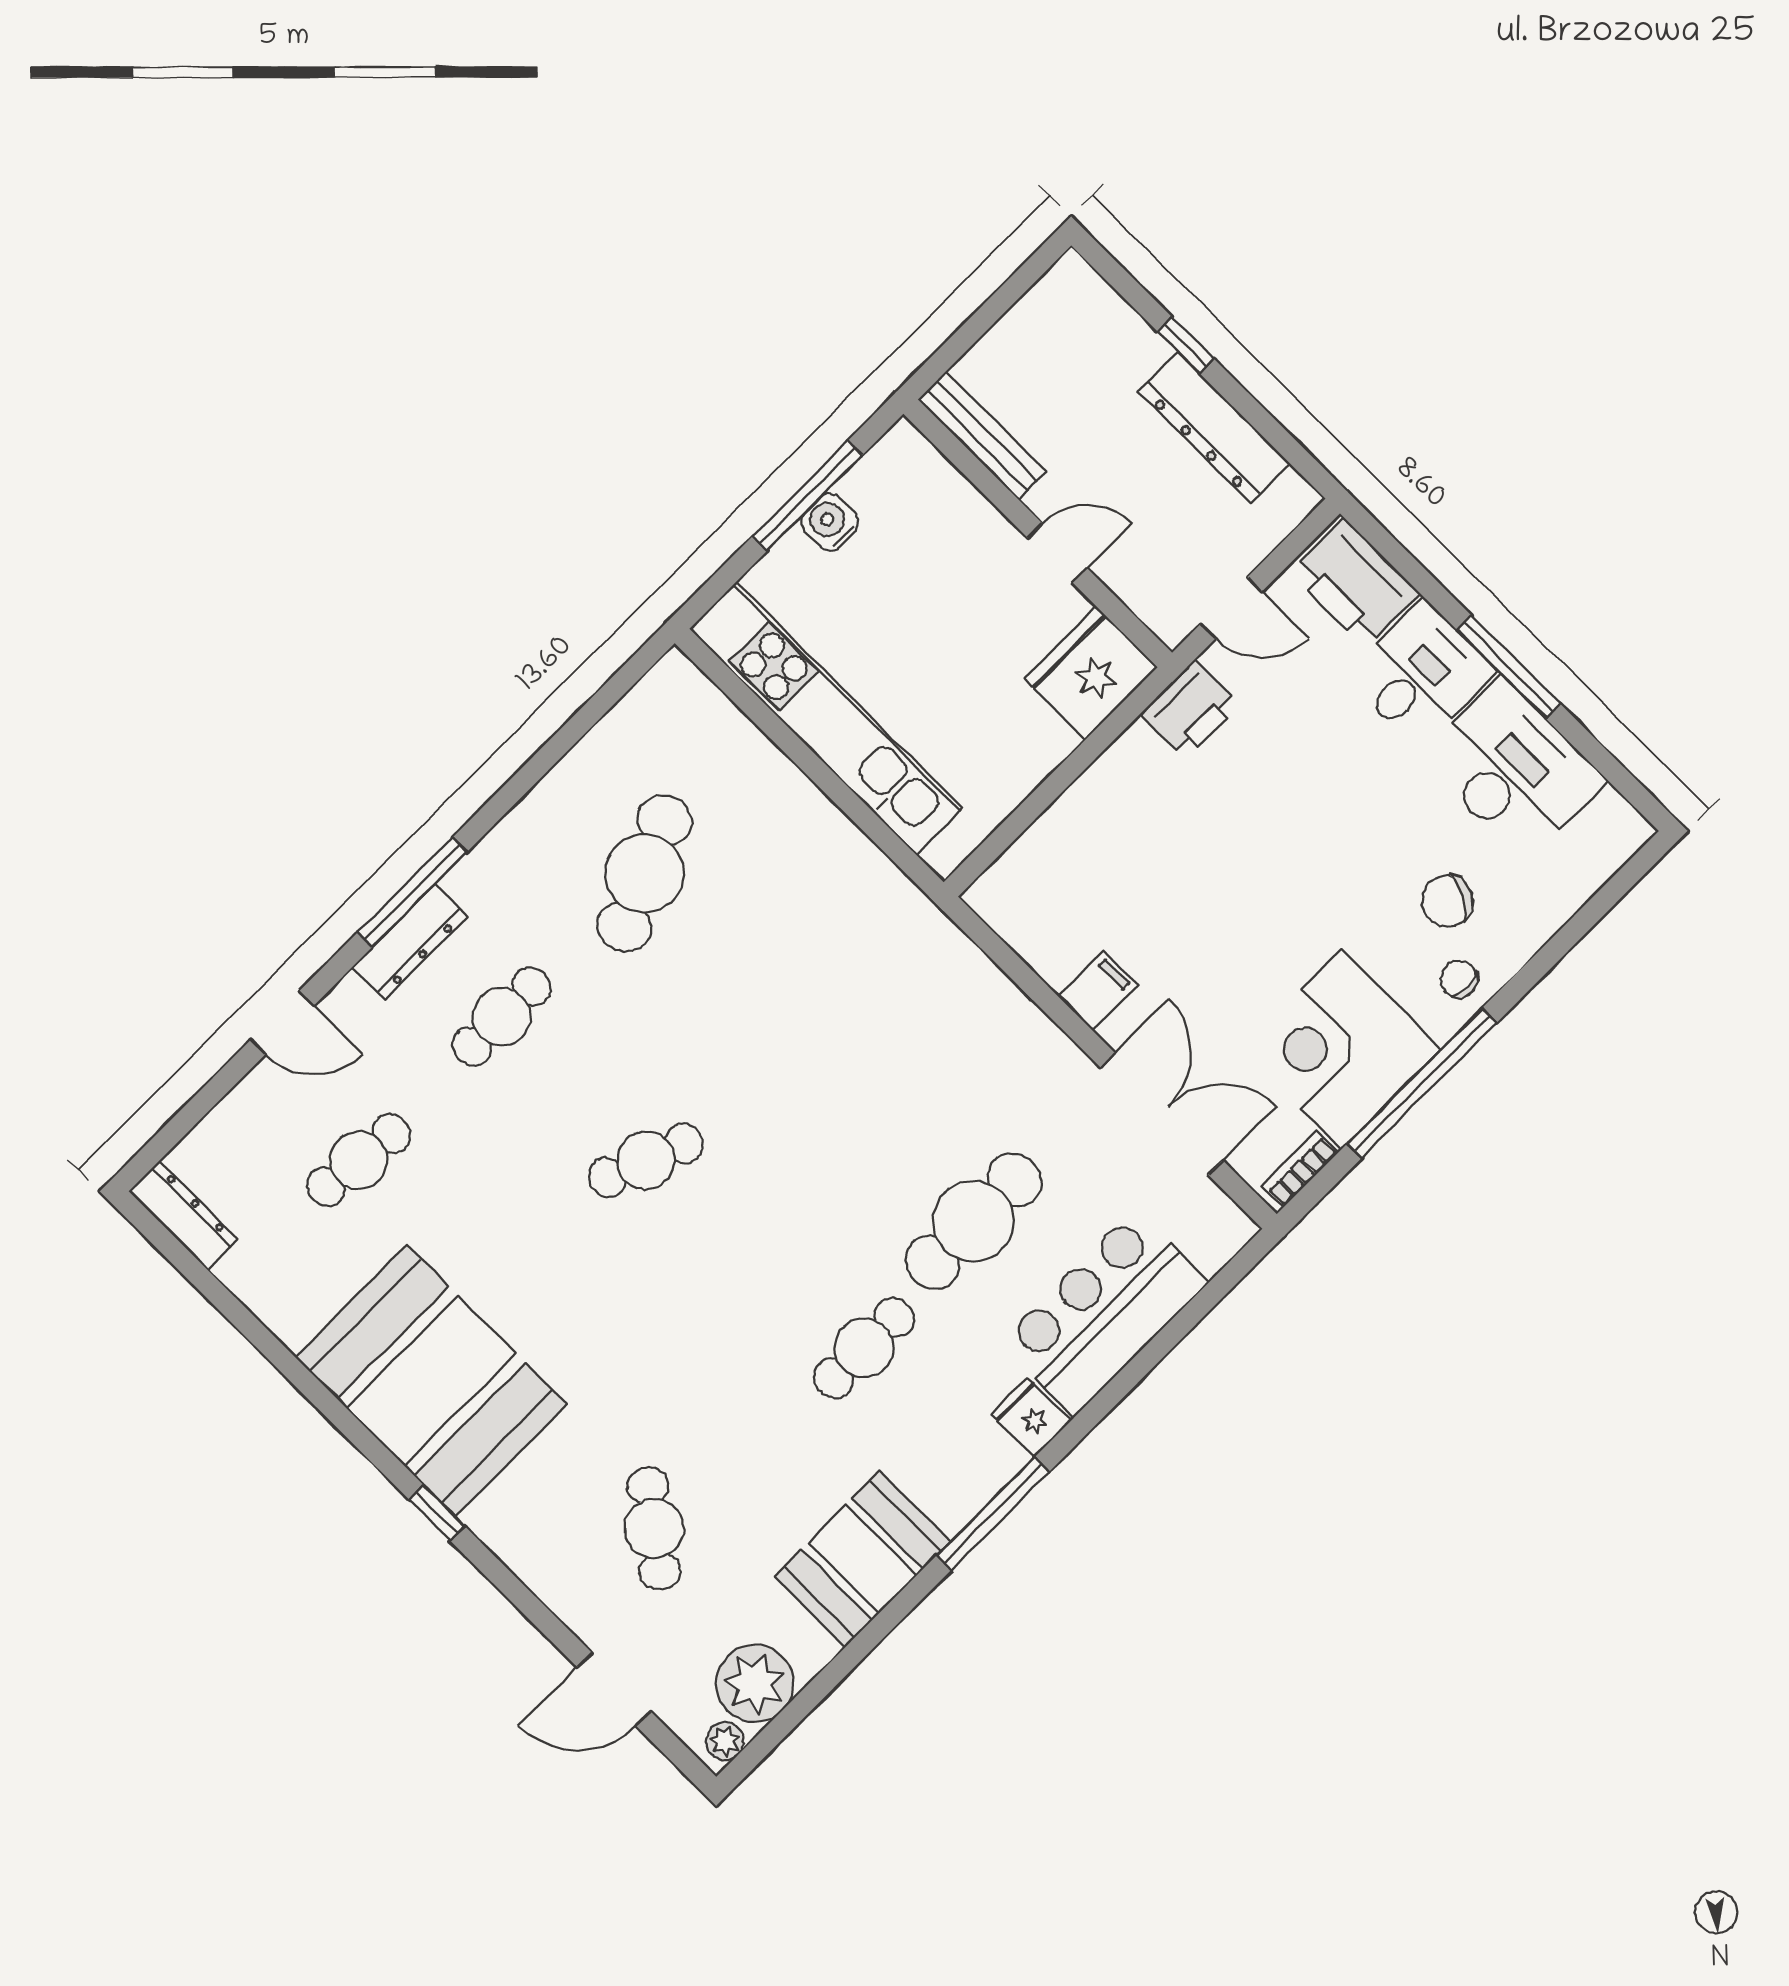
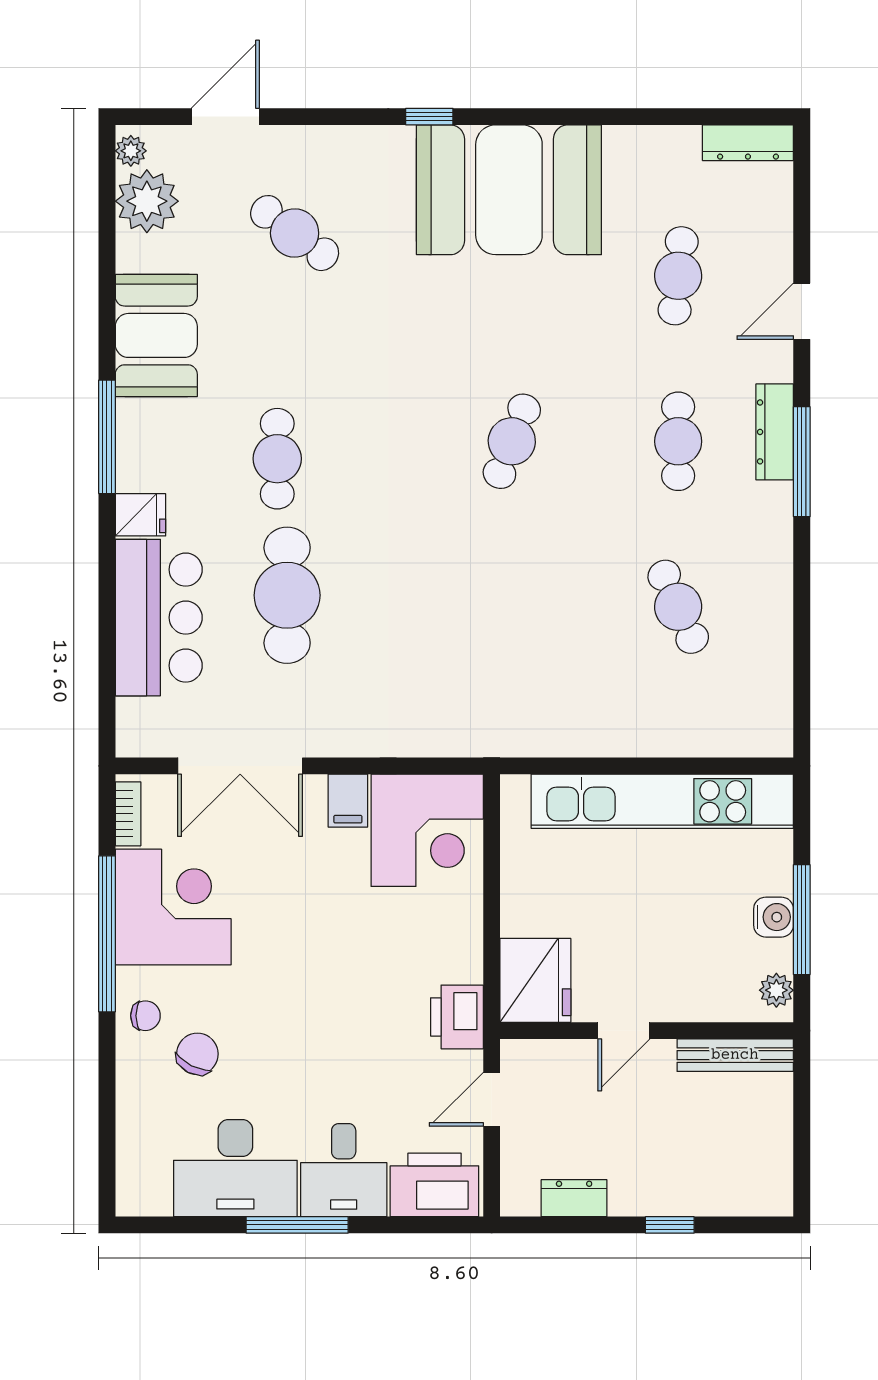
dresser: (1214, 427) -> (574, 1198), width x0.51, depth x0.80
plant: (891, 456) -> (776, 990), added
cafe table: (645, 873) -> (678, 607), width x0.73, depth x0.74
corner desk: (1055, 896) -> (427, 830), added

